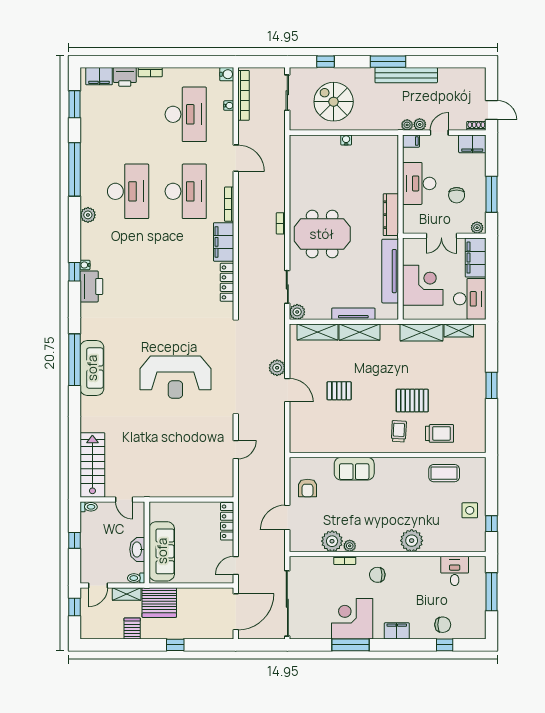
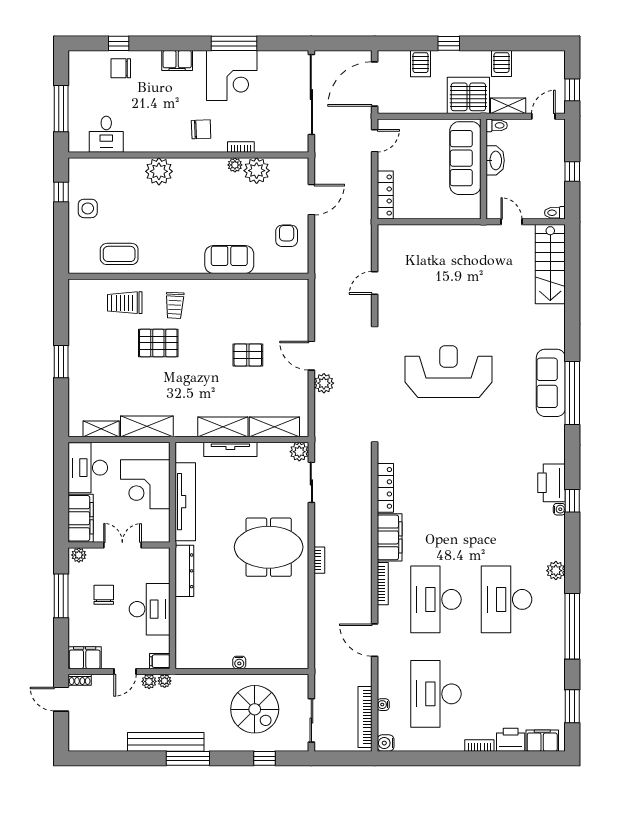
server rack: (198, 628) -> (421, 64), added

